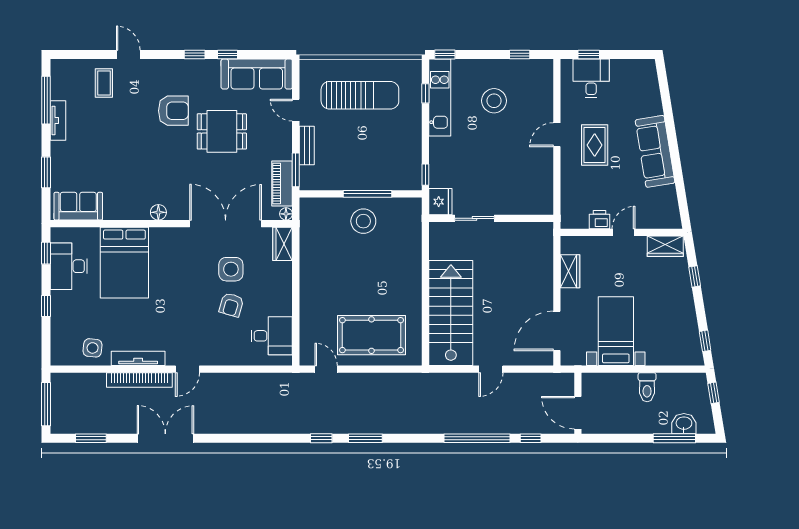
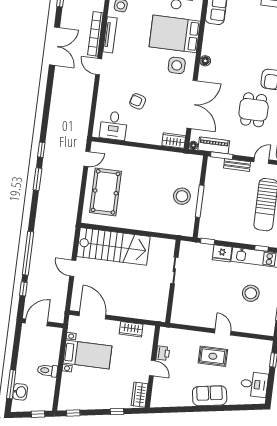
desk: (591, 78) -> (254, 384), moved
sofa: (655, 151) -> (210, 396), width x0.73
fridge: (440, 202) -> (222, 253), moved
side table: (231, 269) -> (177, 65), moved

